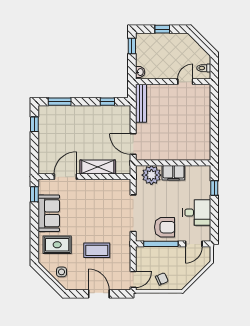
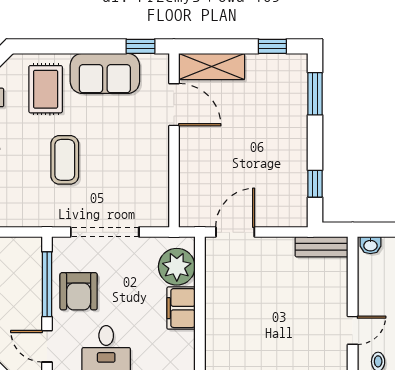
door: (185, 82) -> (353, 330), hinge flipped
bench: (141, 103) -> (322, 247), width x0.73
shelving: (98, 167) -> (212, 67), moved, turned 90
coffee table: (97, 250) -> (65, 160), moved

